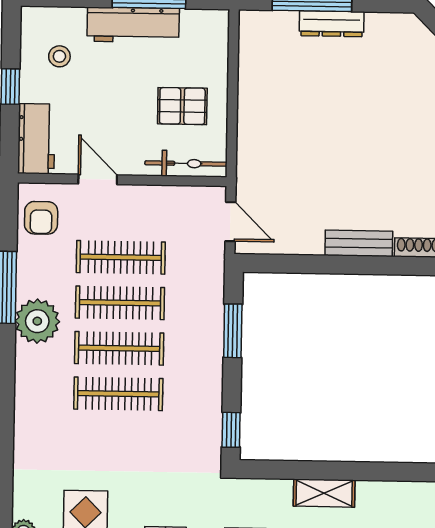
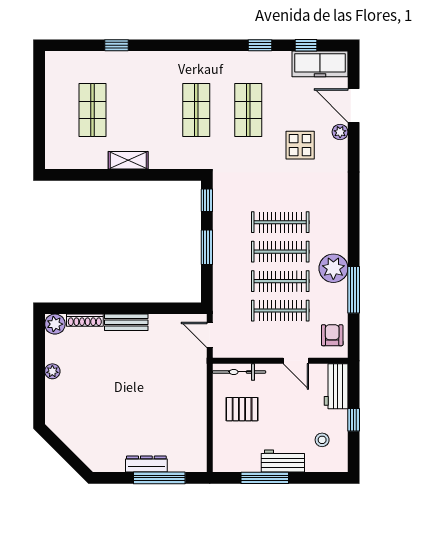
workbench: (133, 25) -> (283, 461), width x0.73
window: (233, 331) -> (207, 247), moved
shelving: (324, 493) -> (128, 160), moved

